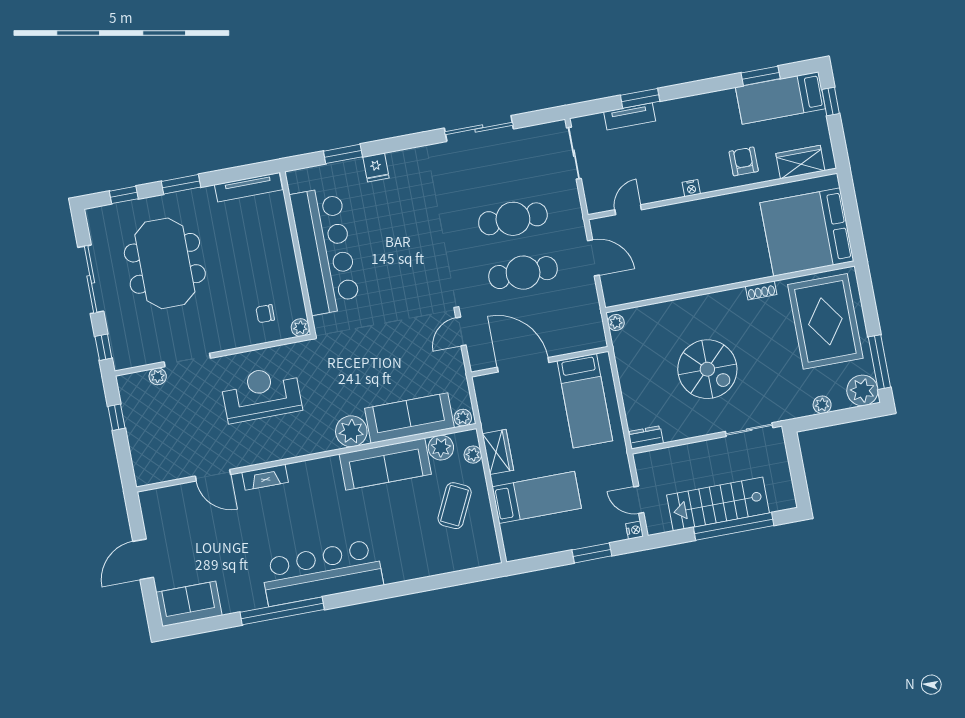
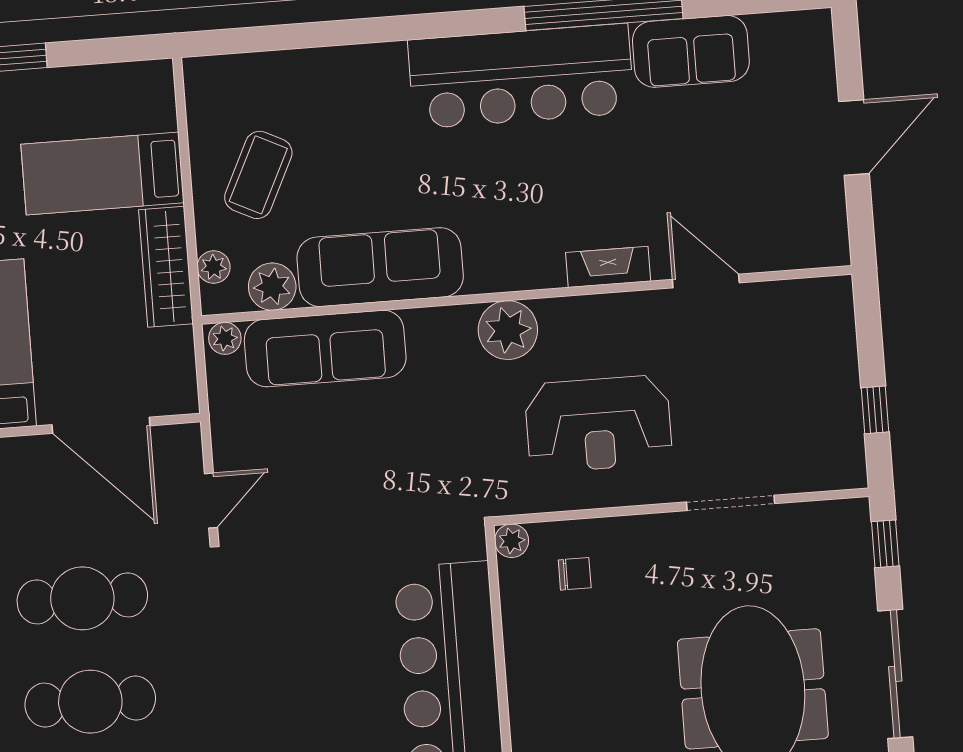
plant: (158, 376) -> (789, 478), removed
plant: (351, 431) -> (508, 330), moved
wardrobe: (498, 452) -> (166, 267), width x1.50
sofa: (189, 604) -> (691, 51), moved

